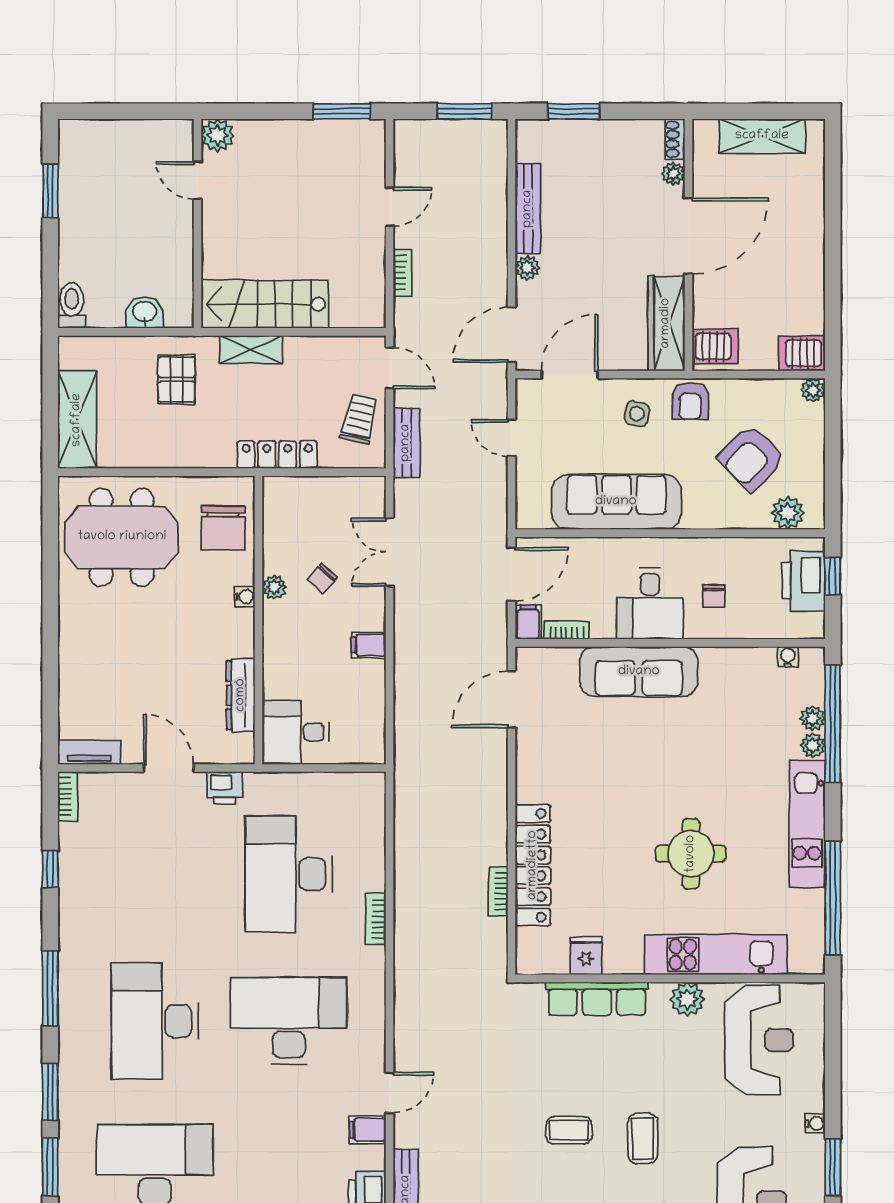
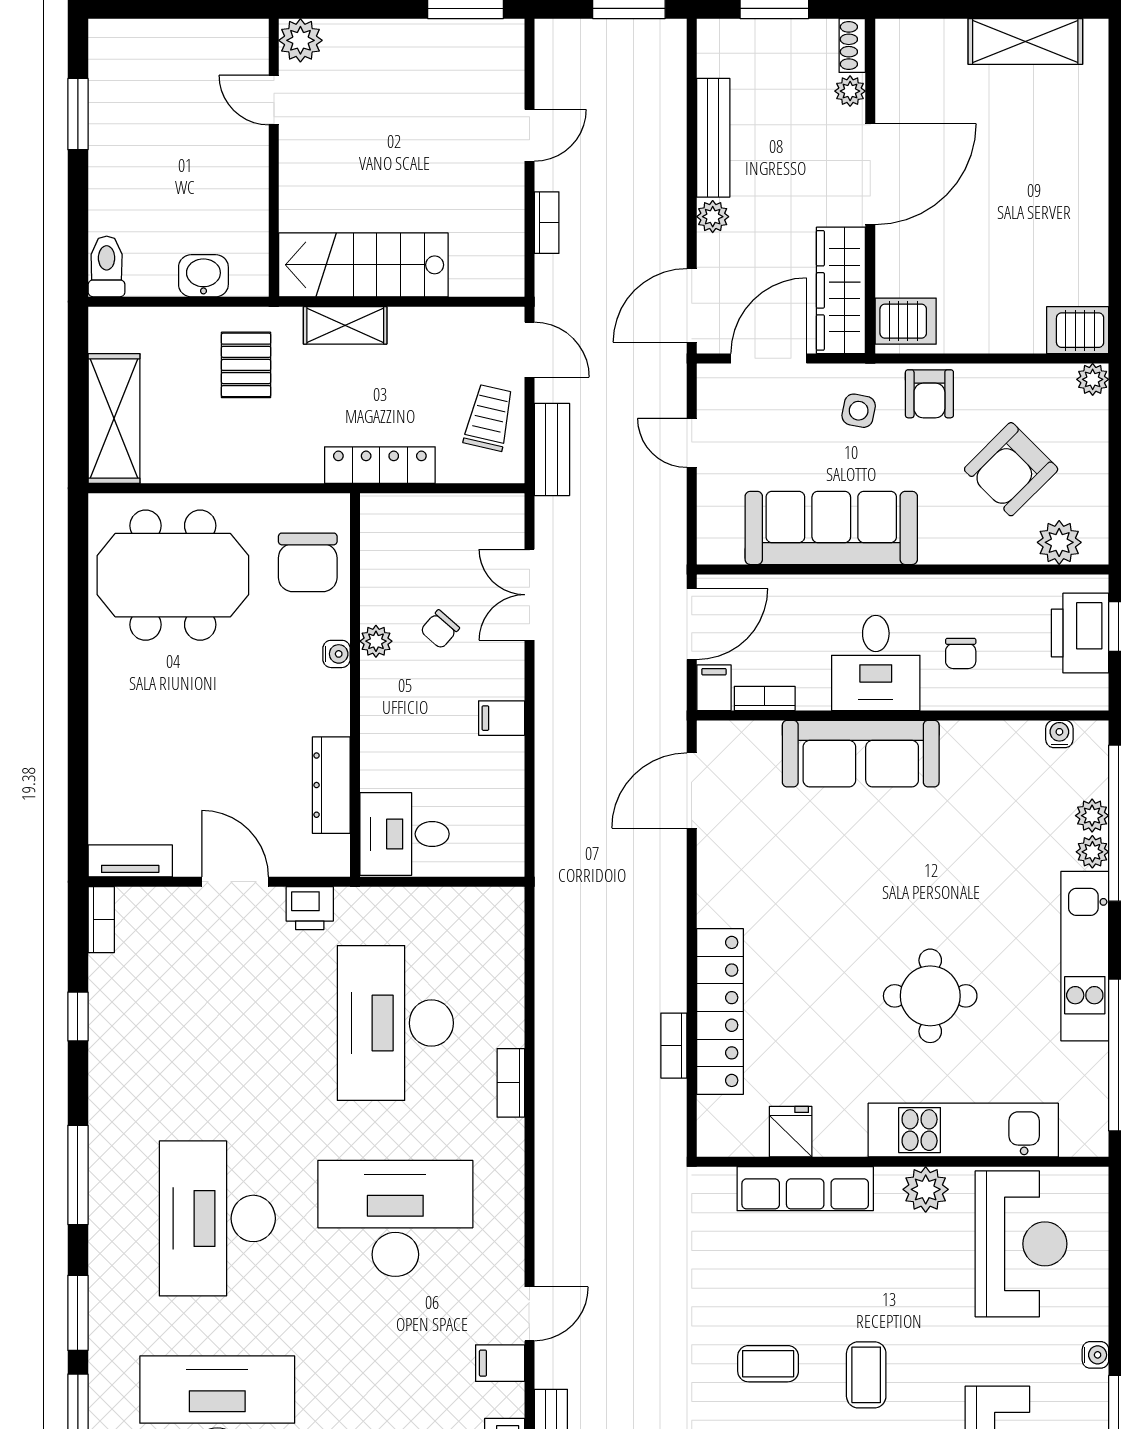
shoe rack: (675, 139) -> (852, 45), moved
plant: (673, 174) -> (850, 91), moved
door: (688, 236) -> (870, 174), moved
wall: (688, 245) -> (870, 186), moved
wardrobe: (666, 323) -> (841, 290), moved
server rack: (715, 347) -> (906, 321), moved

